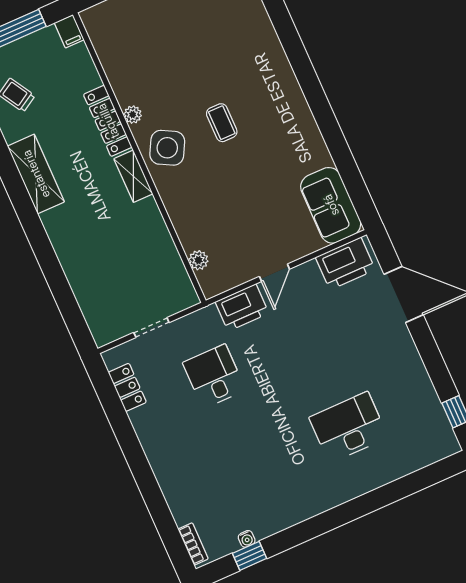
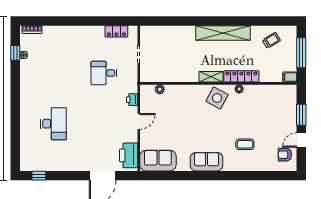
sofa: (293, 115) -> (207, 162), added
coffee table: (222, 123) -> (245, 144), moved
shelving: (36, 174) -> (223, 33), width x1.47
door: (274, 273) -> (139, 121), swing flipped
printer: (242, 307) -> (132, 100), width x0.53, depth x0.68
desk: (214, 376) -> (104, 73), turned 180

